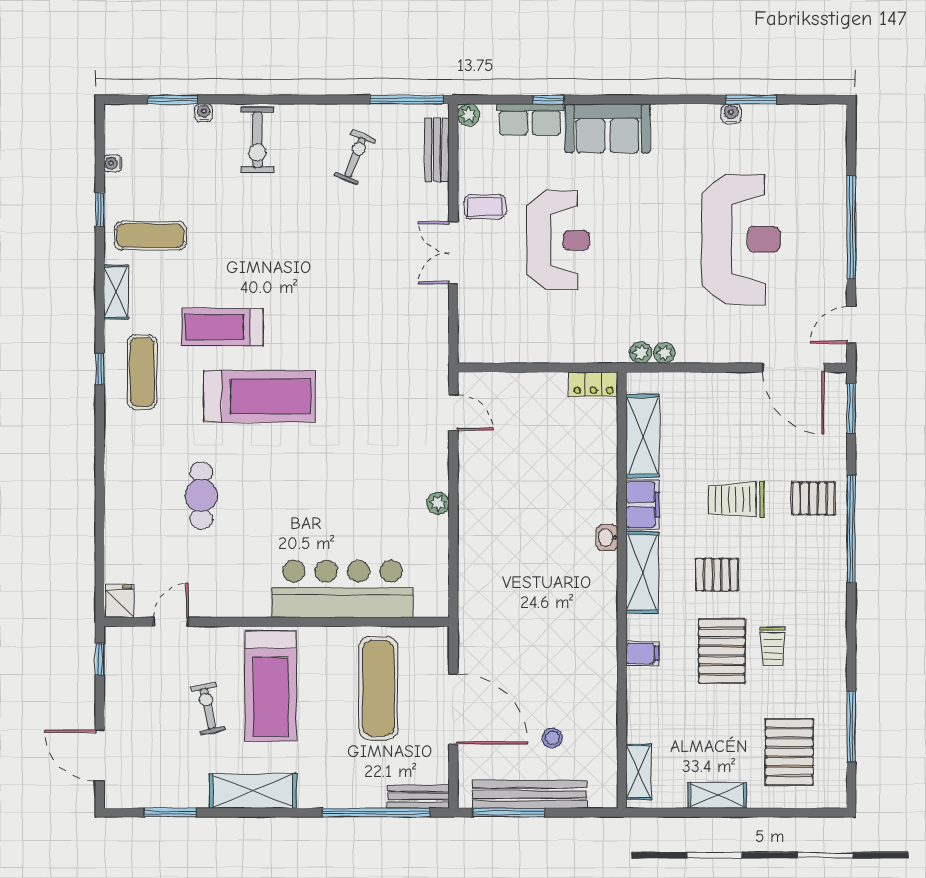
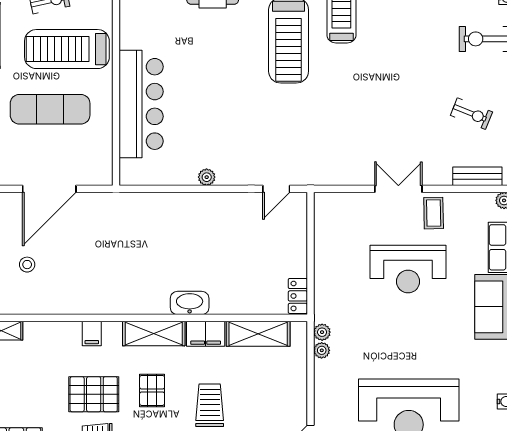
washbasin: (607, 538) -> (190, 303), width x1.91, depth x1.45
exercise mat: (378, 688) -> (50, 109), moved

